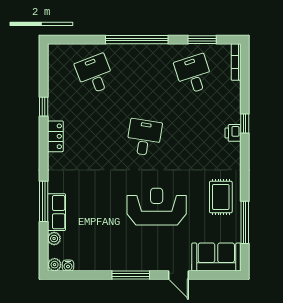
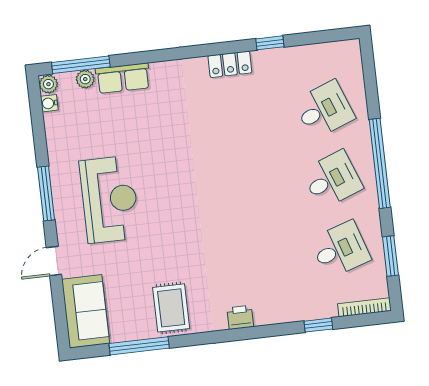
window: (245, 124) -> (318, 325), moved
printer: (233, 133) -> (240, 317), moved
desk: (144, 137) -> (332, 180), moved, turned -30
rug: (221, 197) -> (171, 308), turned 90
window: (44, 201) -> (81, 65), moved
reception desk: (157, 207) -> (110, 199), moved

